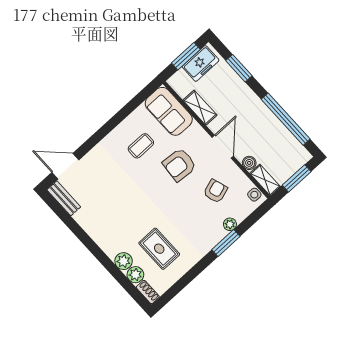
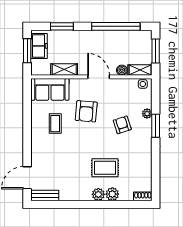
armchair: (215, 191) -> (122, 125), moved
rug: (159, 249) -> (105, 168), moved
plant: (135, 275) -> (98, 194), moved

